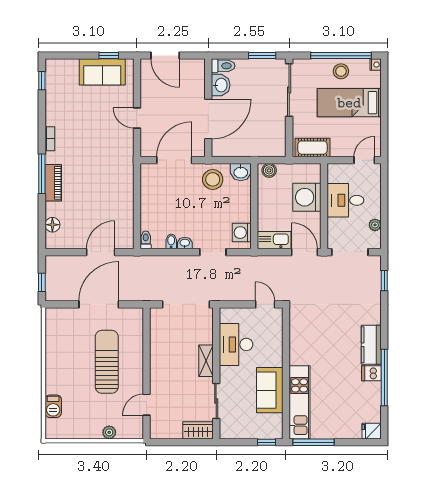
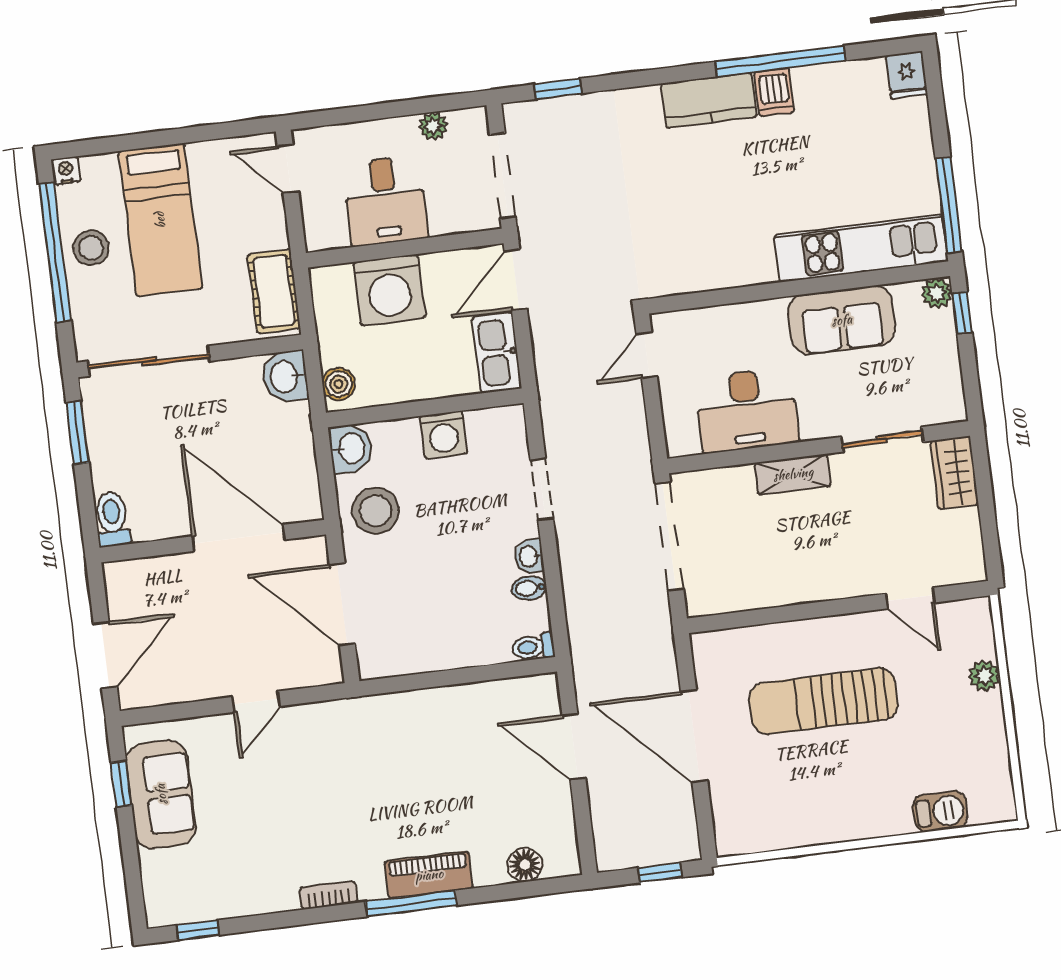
washbasin: (221, 85) -> (285, 377), moved, turned -90
washing machine: (242, 233) -> (444, 435), moved
plant: (276, 432) -> (937, 293), added

